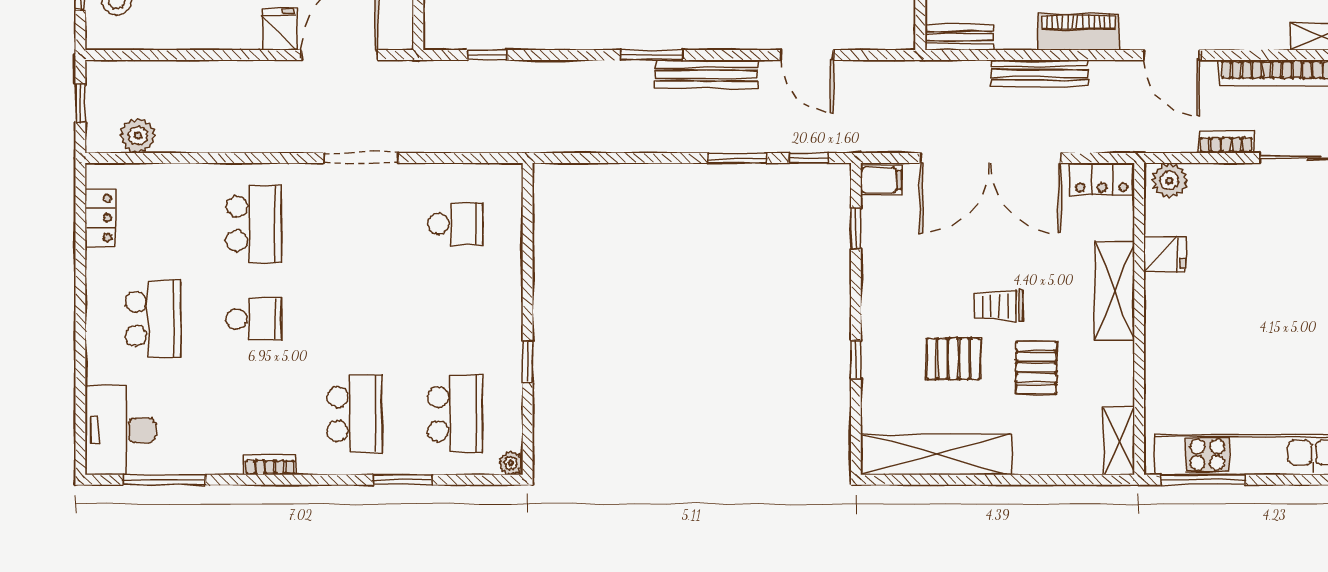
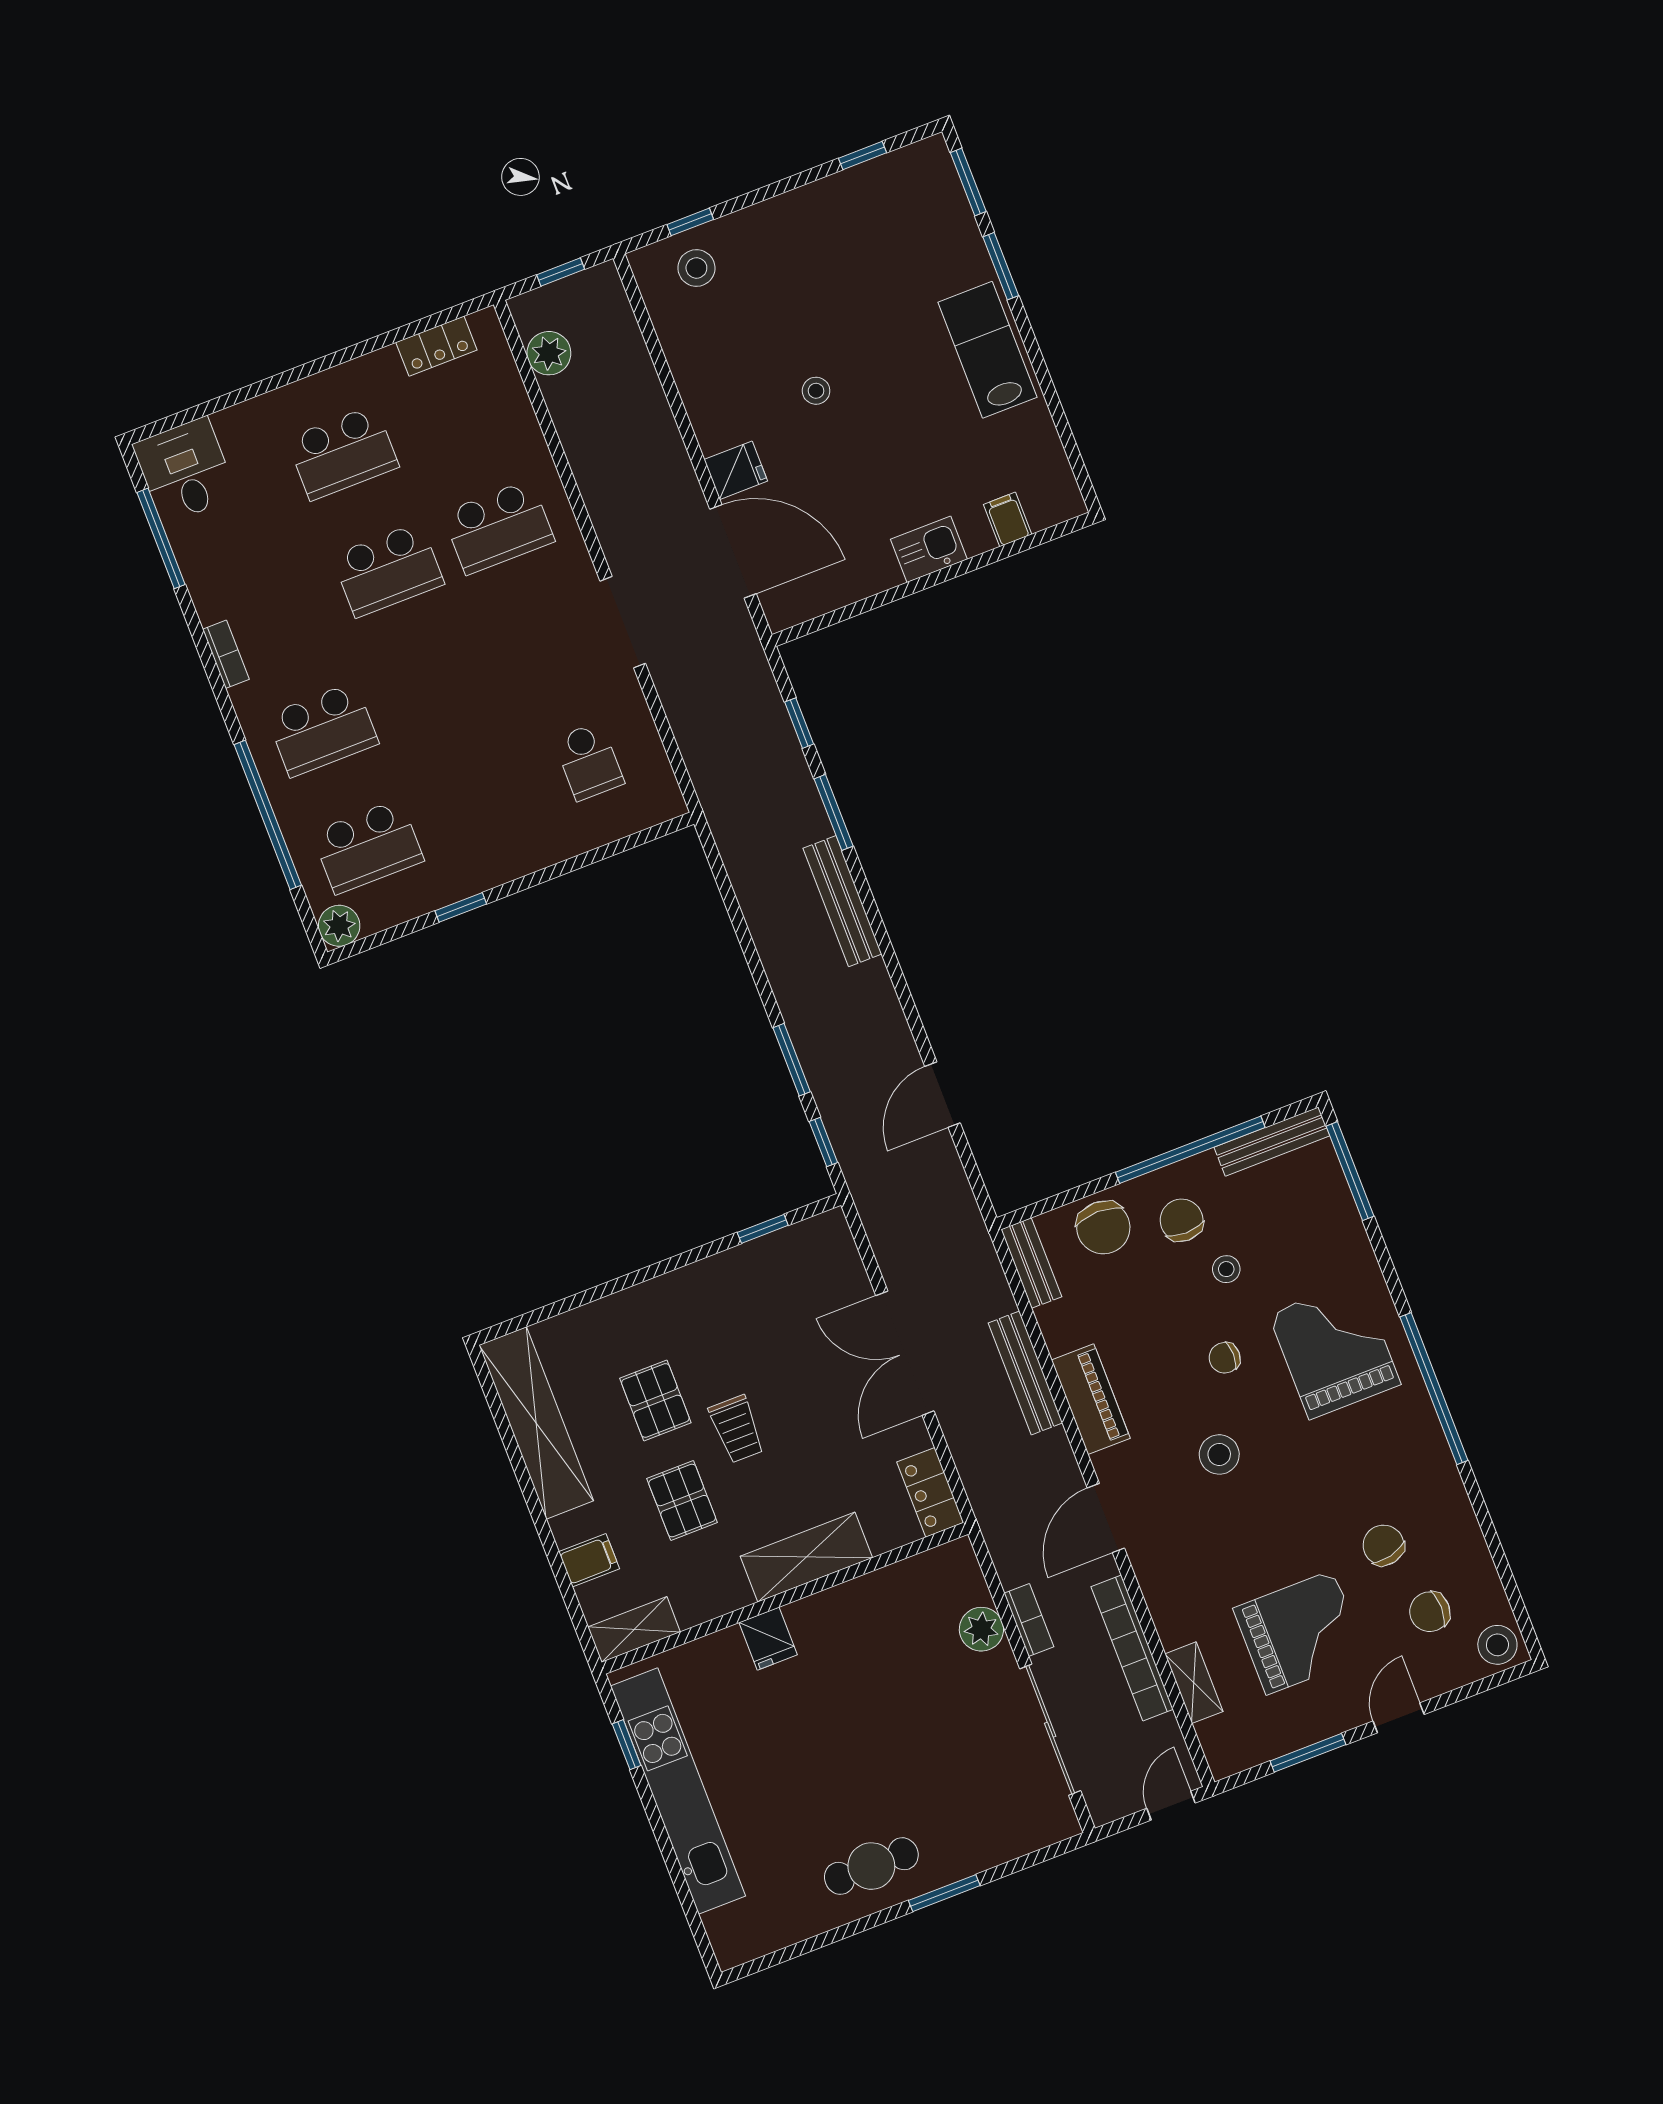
window: (652, 55) -> (834, 812), moved
bench: (706, 74) -> (842, 901), moved
double door: (990, 158) -> (905, 1353), width x0.73
filing cabinet: (881, 180) -> (589, 1560), moved, turned -90
plant: (1169, 180) -> (981, 1629), moved
fridge: (1165, 254) -> (768, 1639), moved
trolley: (998, 306) -> (737, 1429), turned 180
school desk: (254, 319) -> (388, 570), width x1.85
window: (856, 360) -> (611, 1288), removed
pallet: (1036, 368) -> (682, 1501), turned 90
desk: (120, 430) -> (185, 470), width x0.73
plant: (511, 463) -> (339, 926), width x1.38, depth x1.38
window: (403, 480) -> (268, 815), width x2.11
window: (1203, 480) -> (627, 1745), width x0.46

